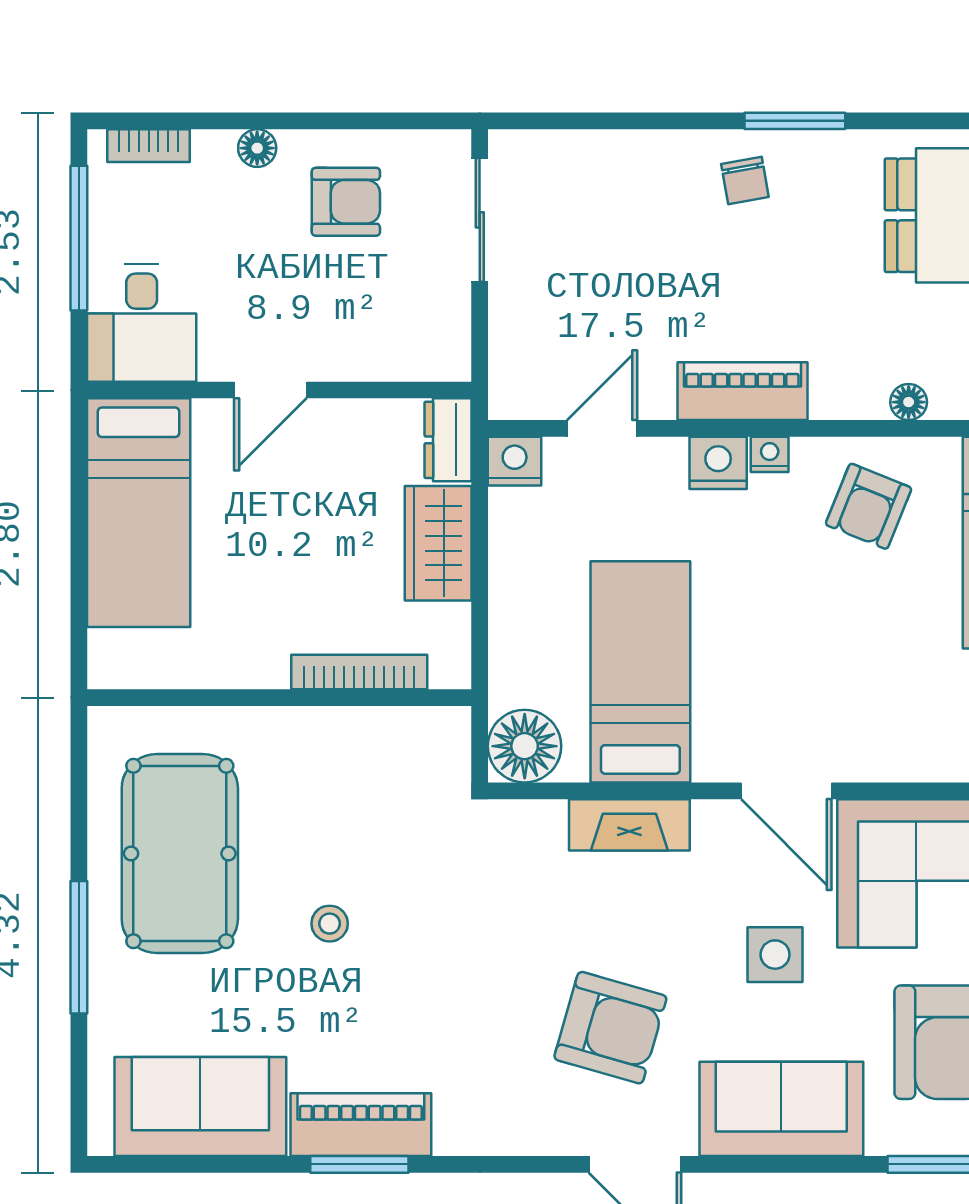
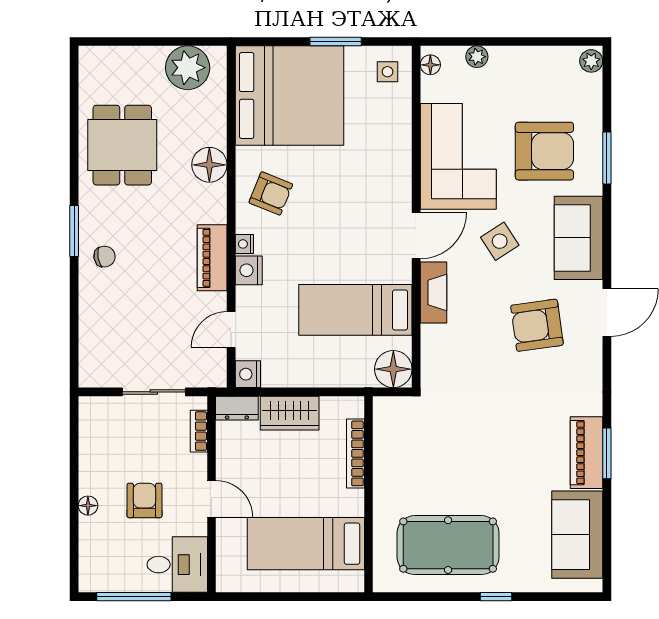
bookcase: (149, 146) -> (199, 431), moved, turned 180
armchair: (346, 202) -> (144, 500), moved
sliding door: (480, 220) -> (154, 392), moved
floor lamp: (909, 402) -> (209, 165), width x1.89, depth x1.89
door: (602, 428) -> (231, 329), hinge flipped
bed: (139, 513) -> (306, 544), moved, turned 180
fireplace: (629, 825) -> (433, 292), moved
stool: (330, 924) -> (484, 469), removed
window: (79, 947) -> (496, 597), width x0.46
side table: (775, 955) -> (500, 241), turned -33
armchair: (610, 1028) -> (537, 325), turned -114

